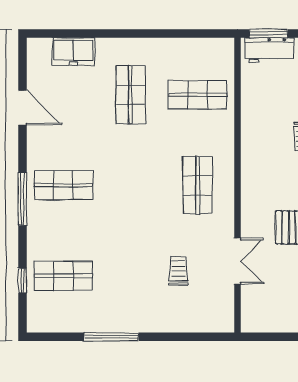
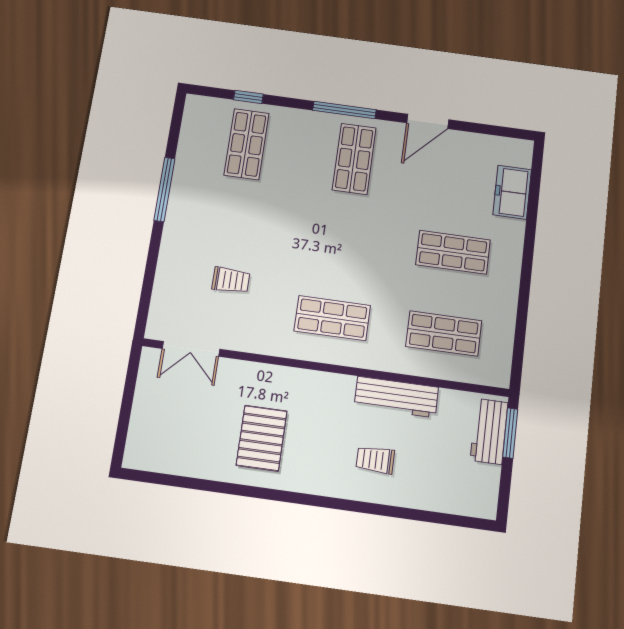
shop shelf: (198, 95) -> (444, 334), turned 90
door: (22, 108) -> (428, 121), moved
workbench: (253, 126) -> (396, 397), added
double door: (237, 261) -> (191, 349), moved

